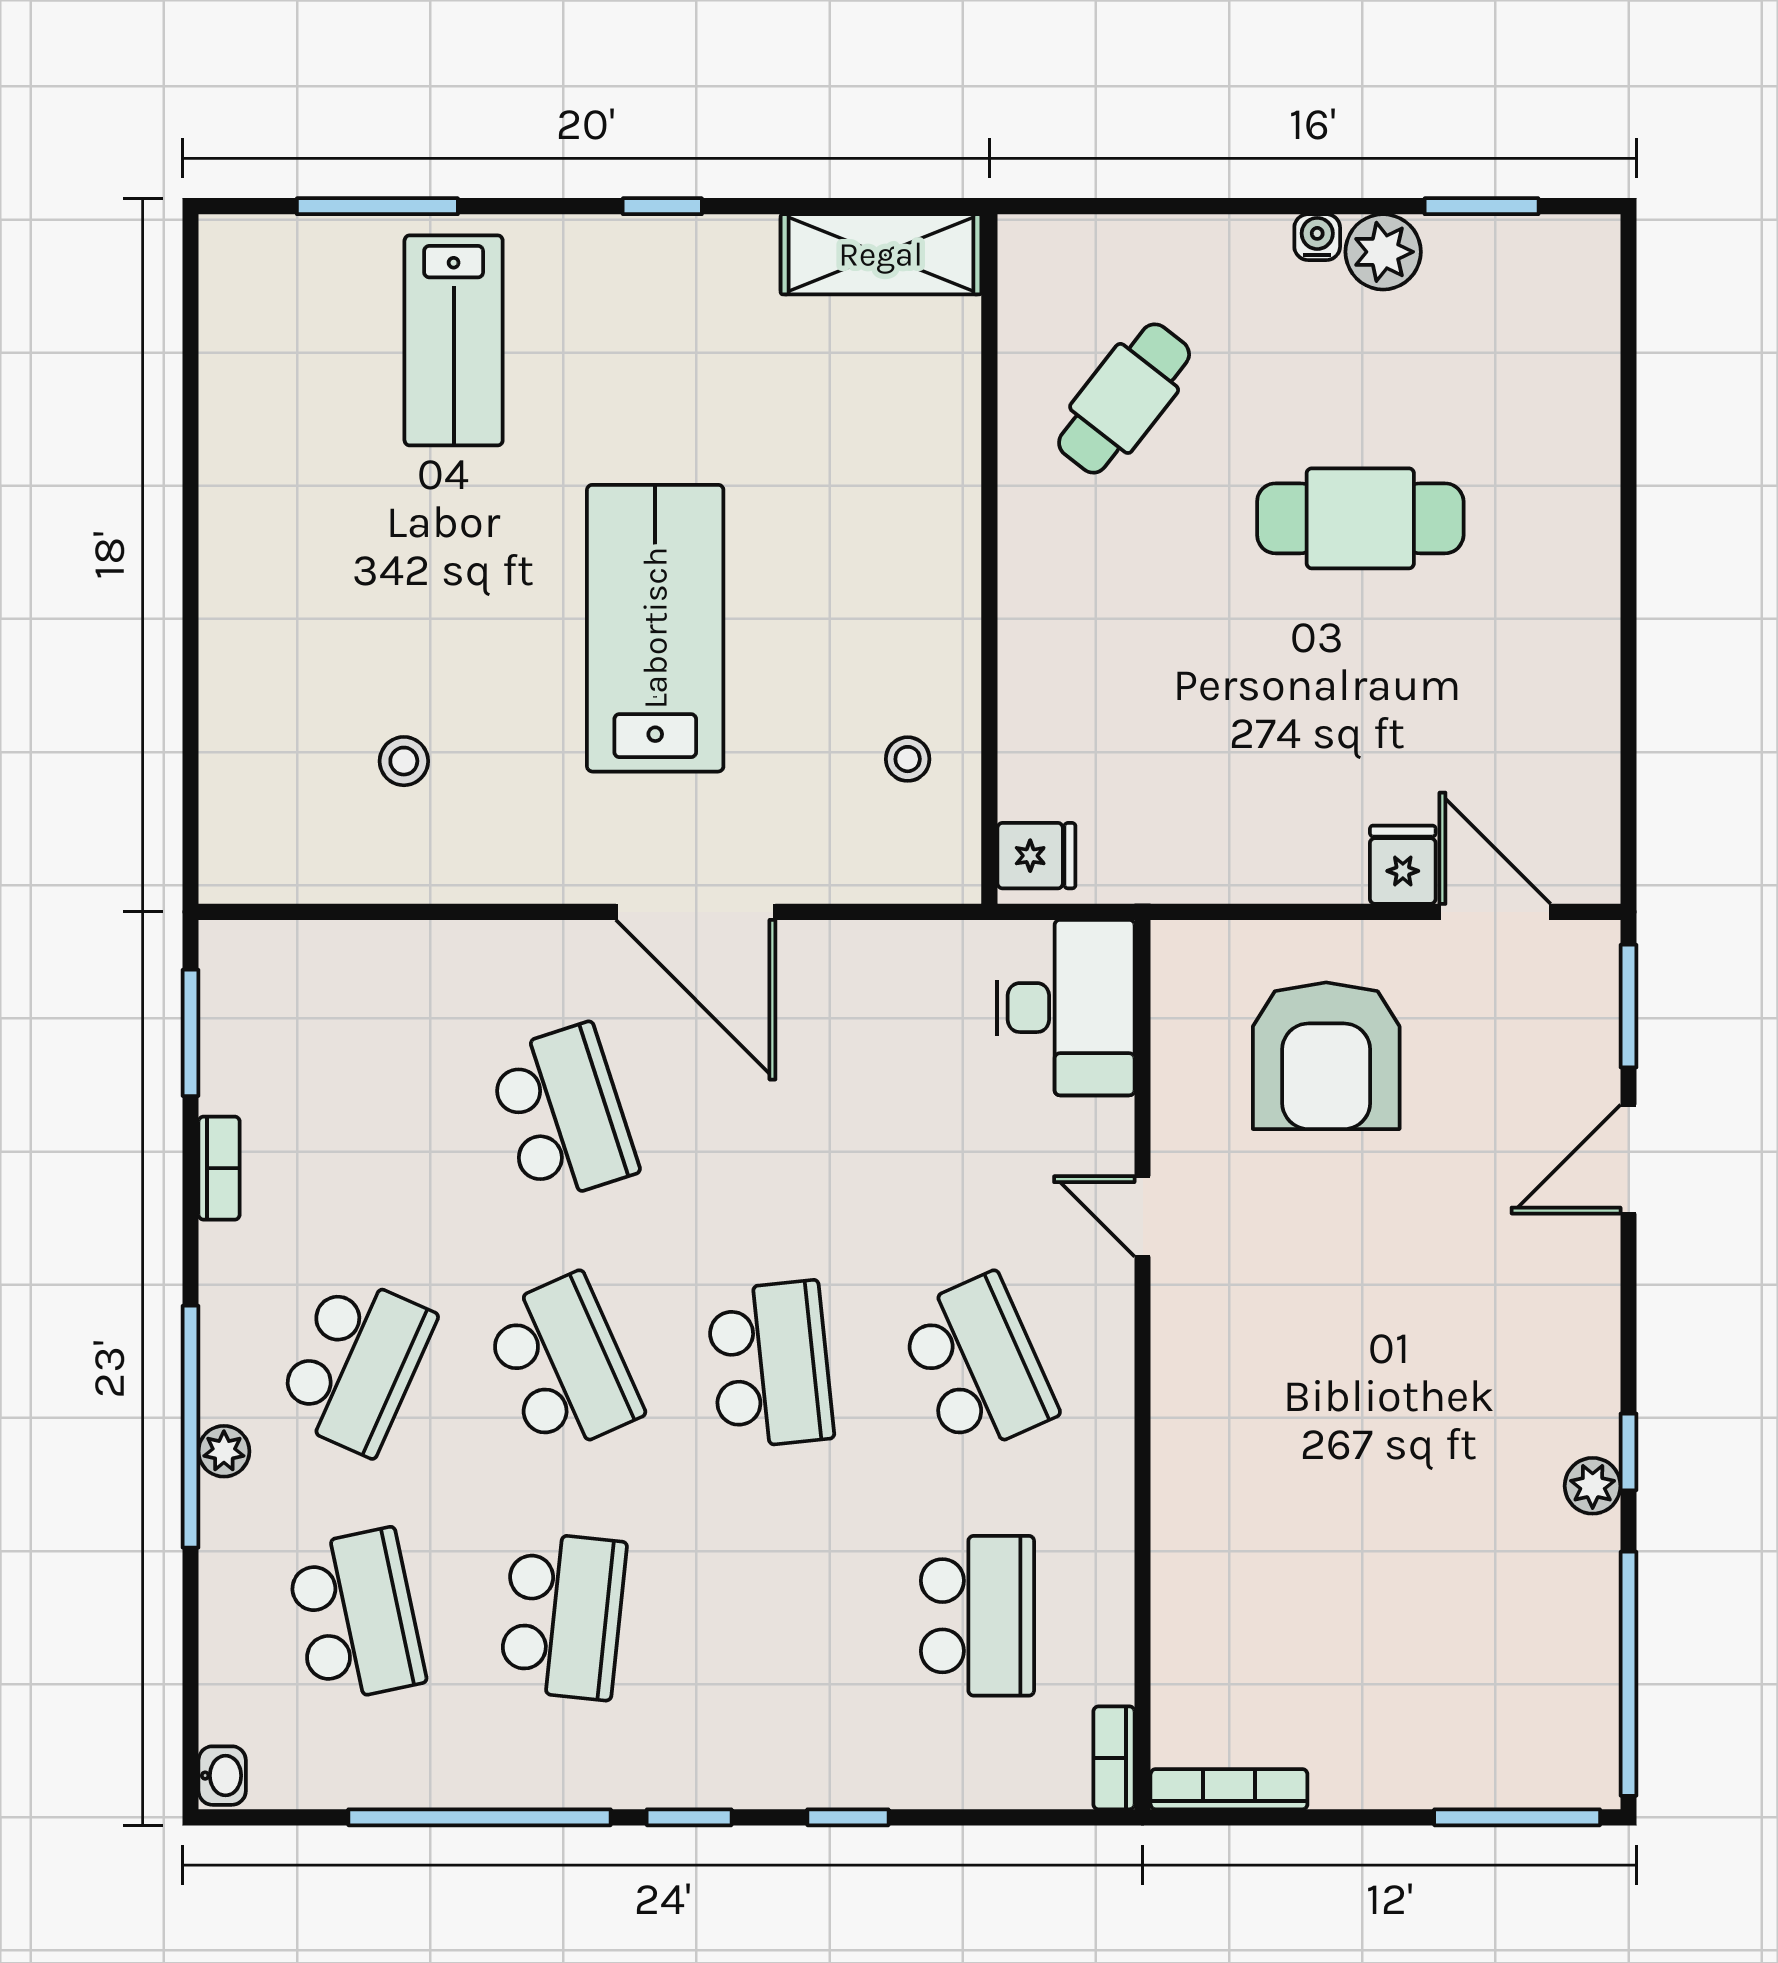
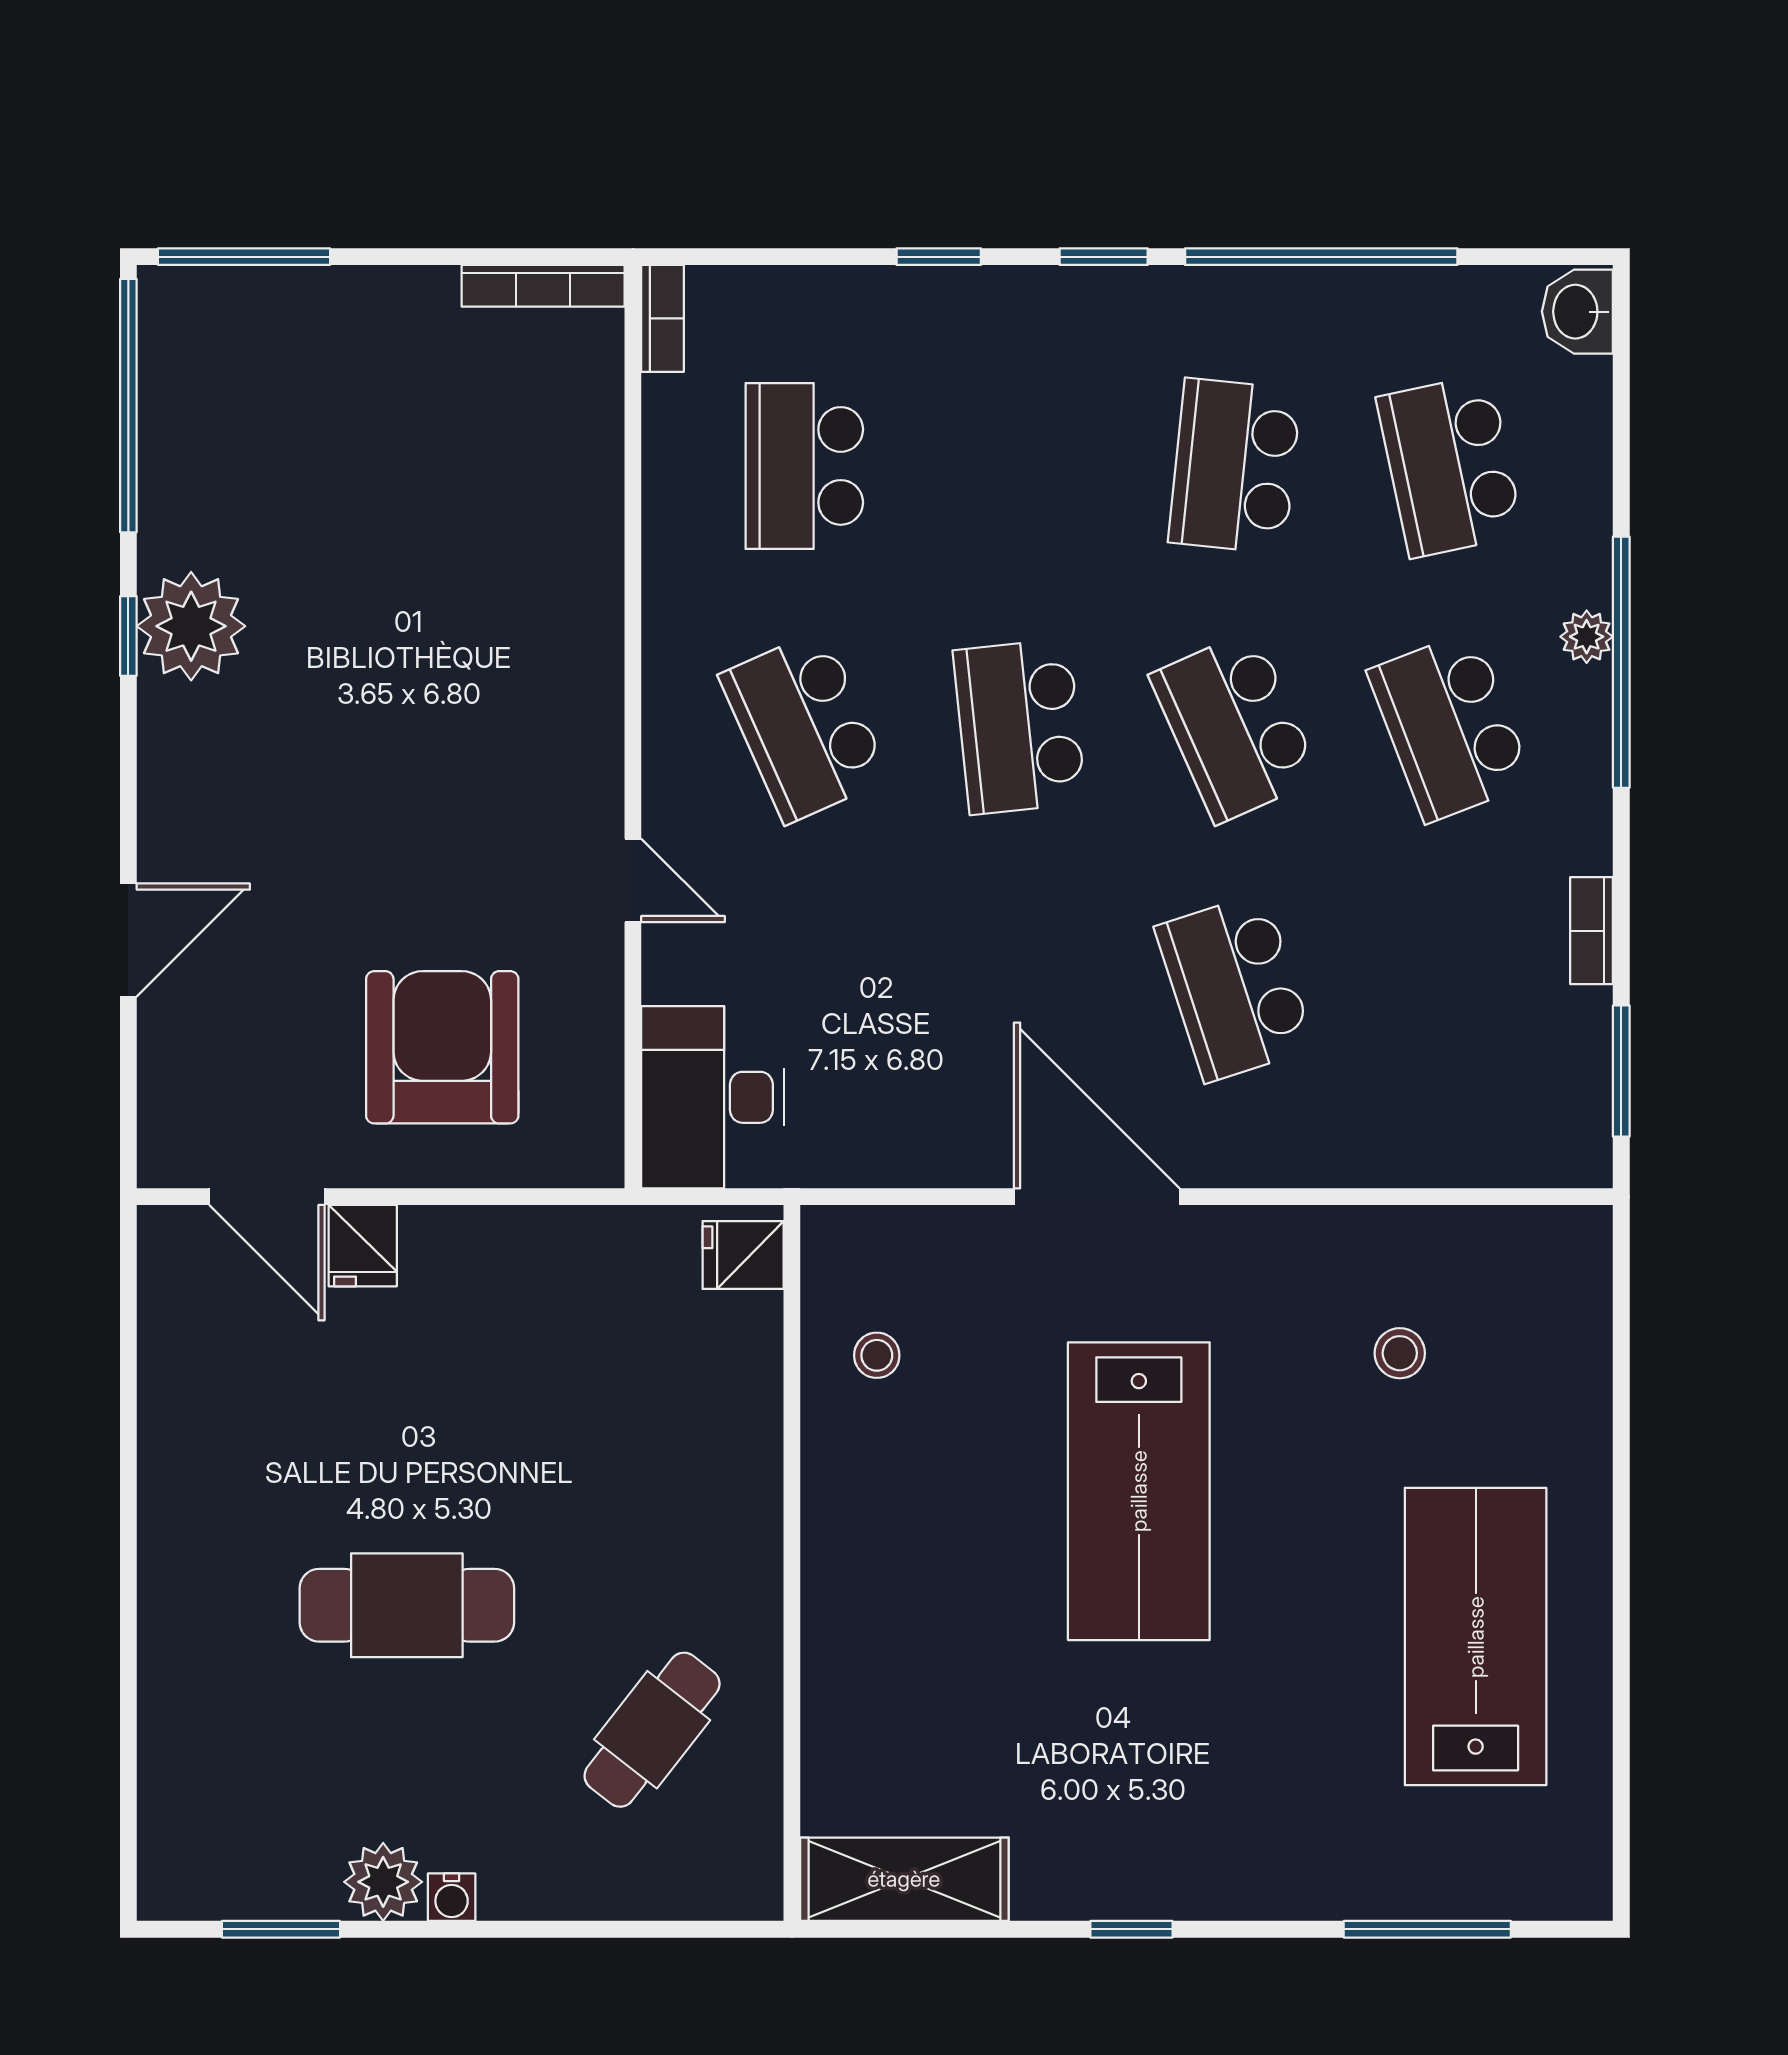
lab bench: (454, 340) -> (1476, 1637), moved, width x1.36, depth x1.39
window: (1629, 1006) -> (128, 1099), removed
school desk: (356, 1365) -> (1450, 727), turned -45
plant: (1593, 1486) -> (191, 626), width x1.88, depth x1.88
washbasin: (222, 1776) -> (1577, 312), width x1.38, depth x1.45

